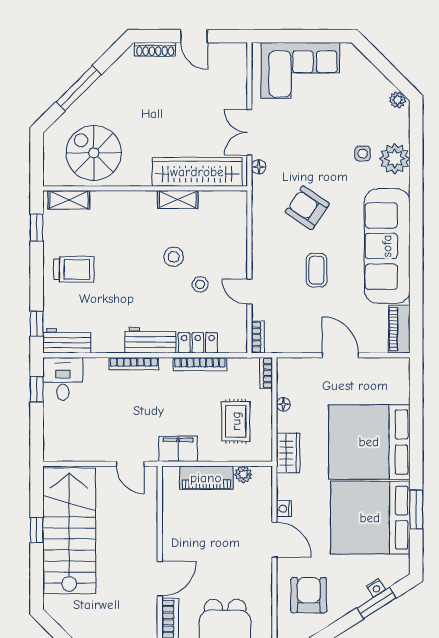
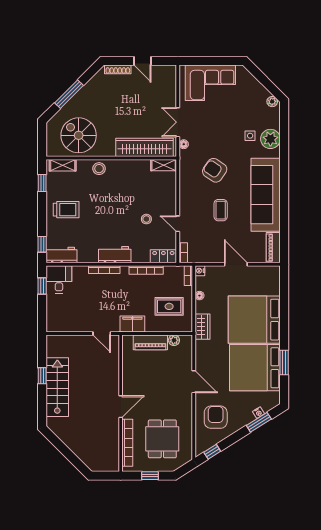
shelving: (178, 200) -> (164, 165), moved
stool: (174, 257) -> (99, 169), moved
locker: (198, 343) -> (163, 256), moved
rug: (236, 421) -> (169, 306), turned 90
nightstand: (284, 509) -> (200, 271), moved
stairs: (69, 531) -> (57, 387), width x0.73, depth x0.66

